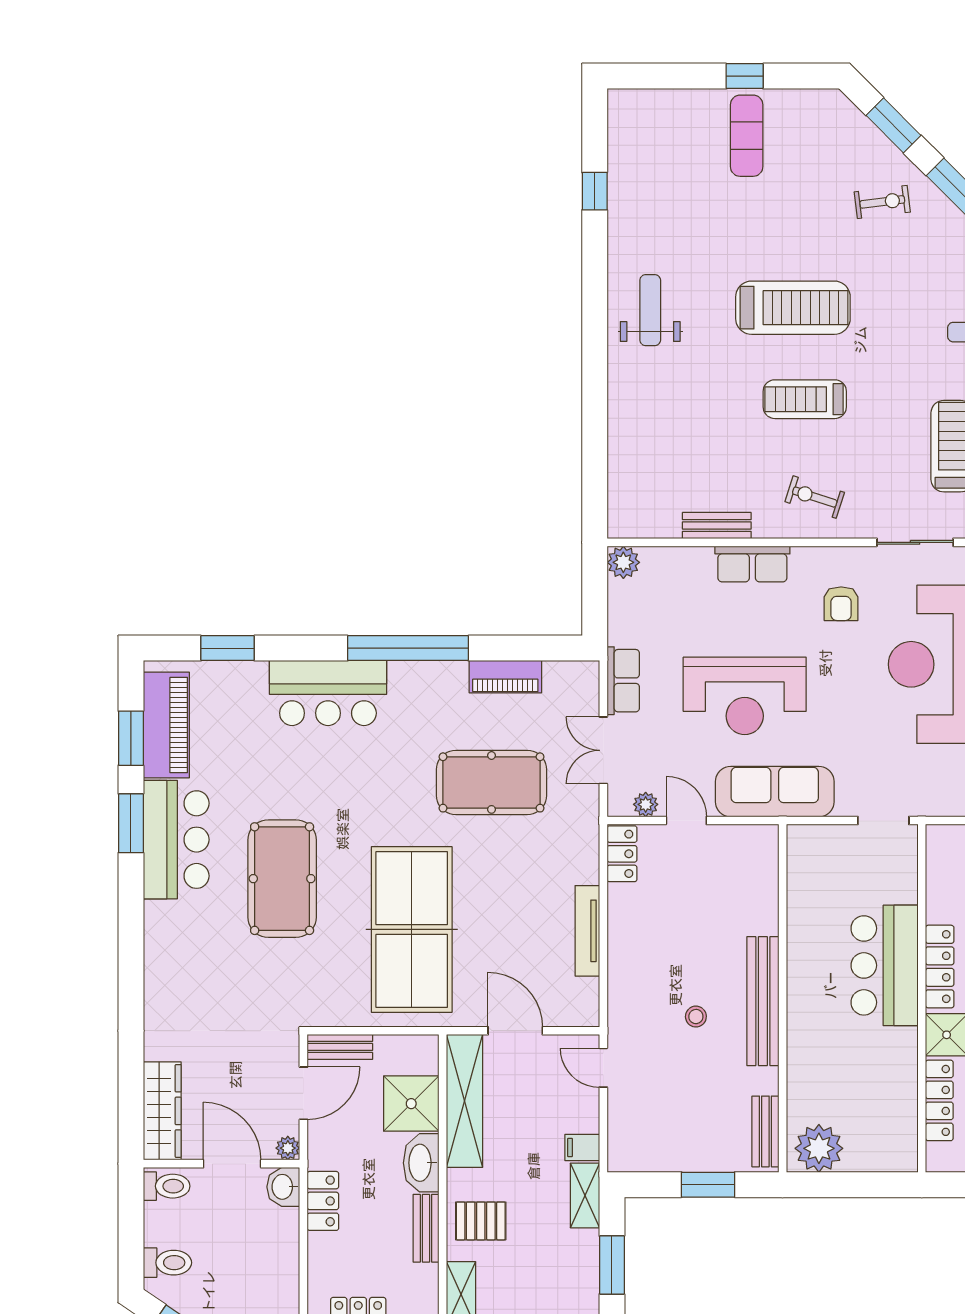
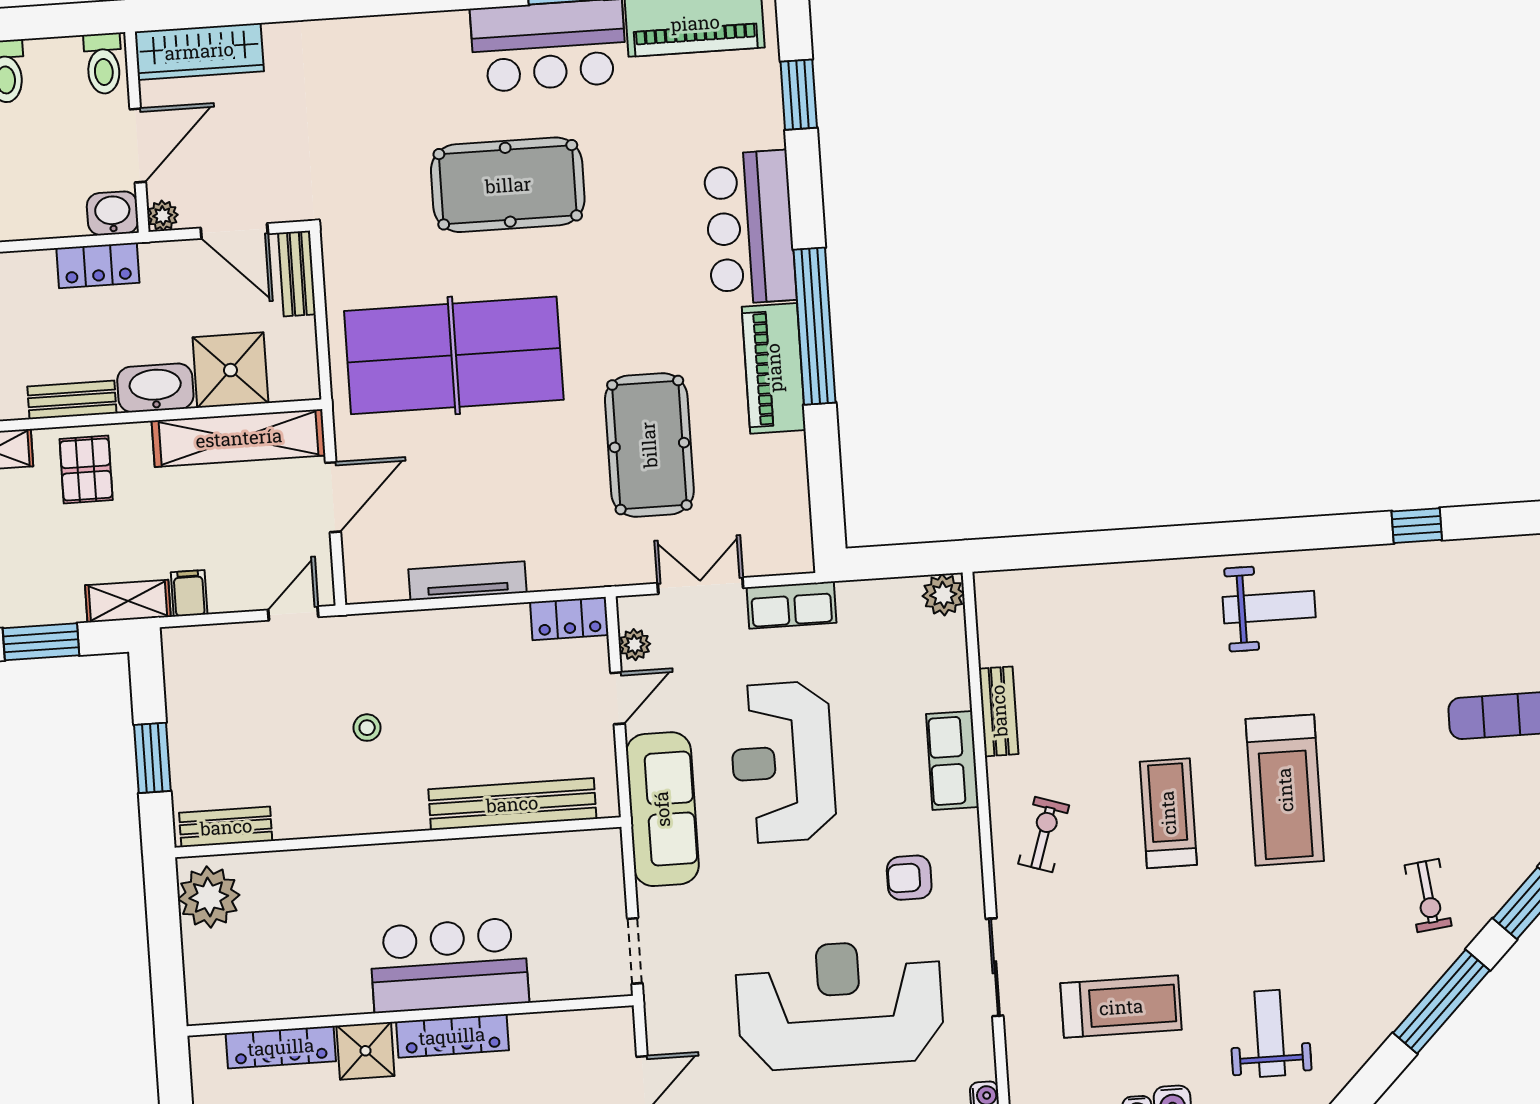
piano: (505, 677) -> (774, 368), moved, width x1.37, depth x1.33
bench: (763, 1001) -> (512, 804), moved

